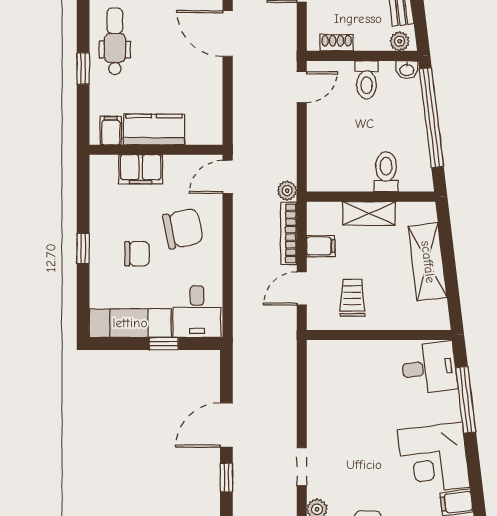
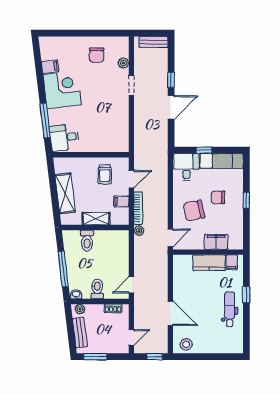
dental chair: (115, 41) -> (230, 309), turned 180
window: (431, 118) -> (63, 269), width x0.68

